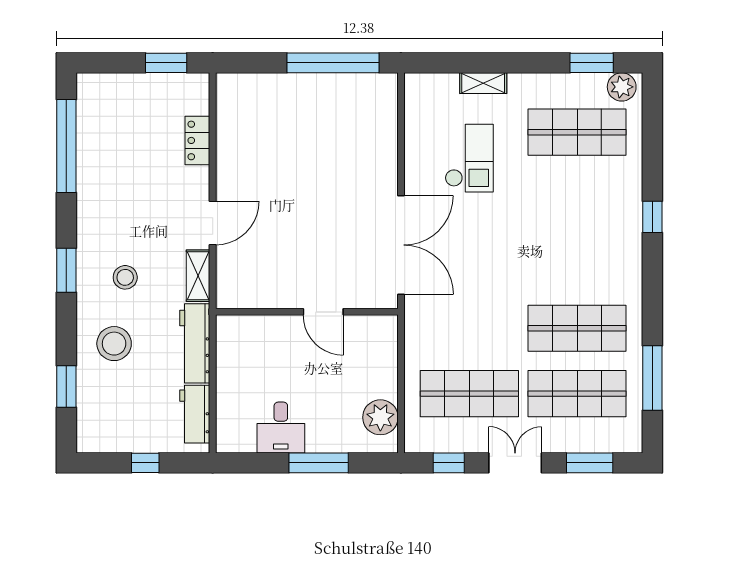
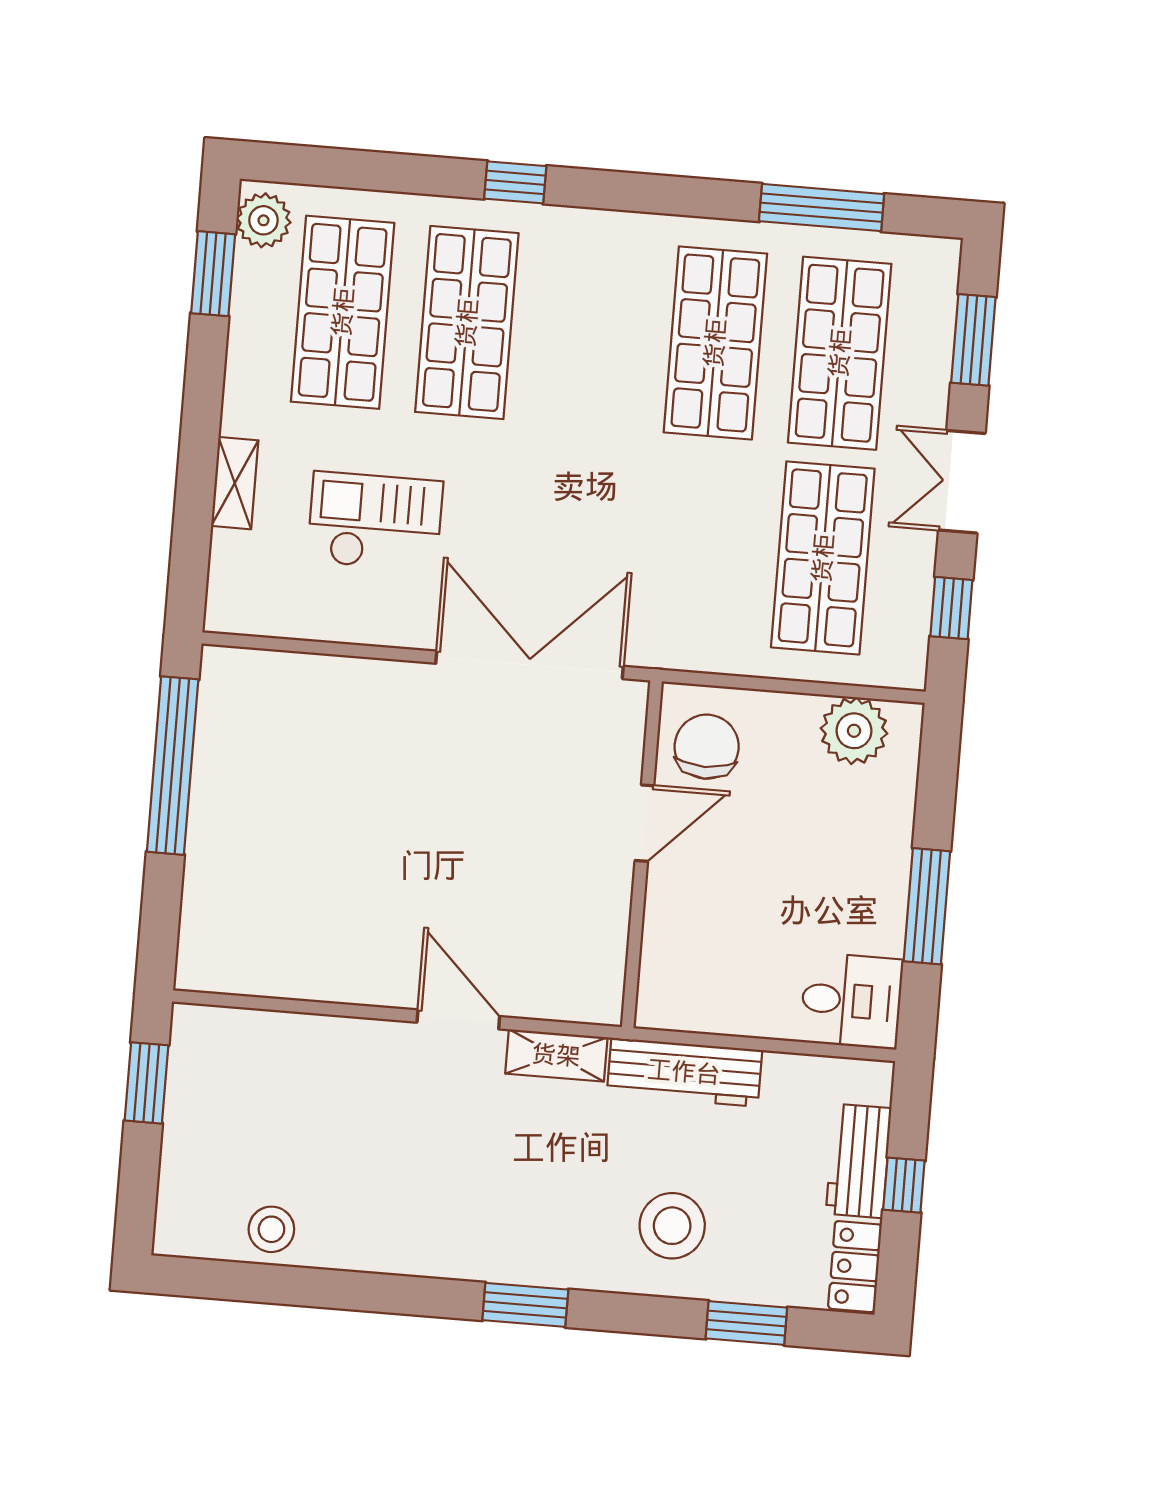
locker: (197, 140) -> (855, 1267), moved, turned 90
window: (66, 146) -> (289, 1285), removed
shop shelf: (577, 198) -> (467, 323), added
stool: (125, 277) -> (271, 1229), moved
chair: (366, 341) -> (707, 747), added
workbench: (195, 414) -> (859, 1161), moved, turned 90
desk: (281, 428) -> (851, 1001), moved
window: (319, 463) -> (927, 906), moved

